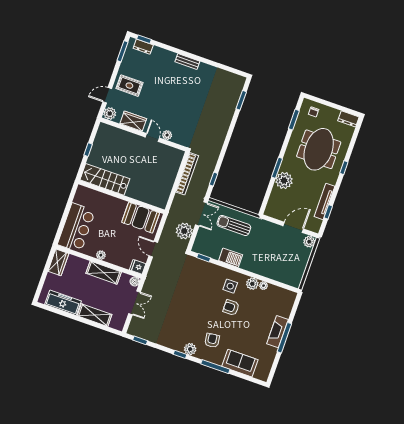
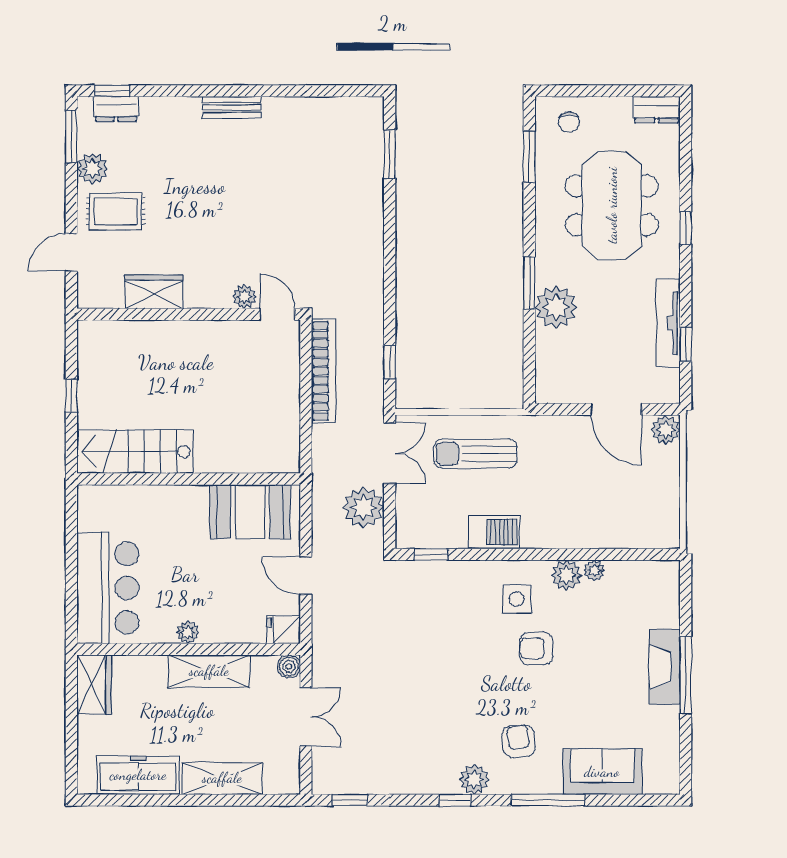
plant: (110, 114) -> (92, 168), moved
door: (152, 137) -> (277, 314), moved
door: (293, 227) -> (616, 409), swing flipped

